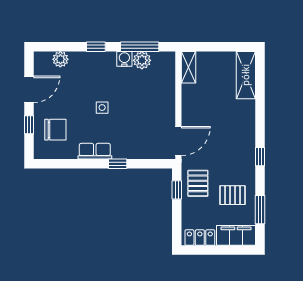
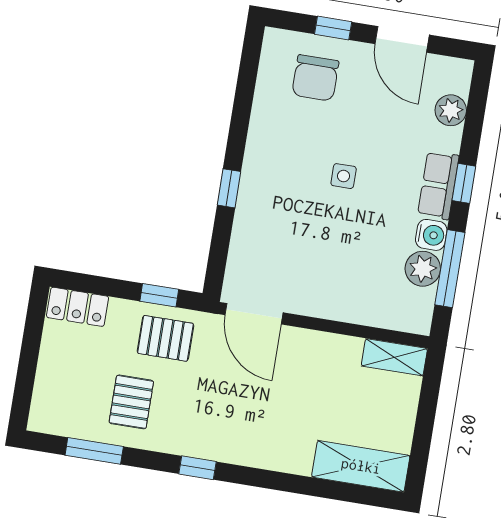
row of seats: (95, 151) -> (438, 185), moved, turned 180
filing cabinet: (236, 235) -> (52, 396), removed
locker: (200, 238) -> (78, 307), moved, turned 90

